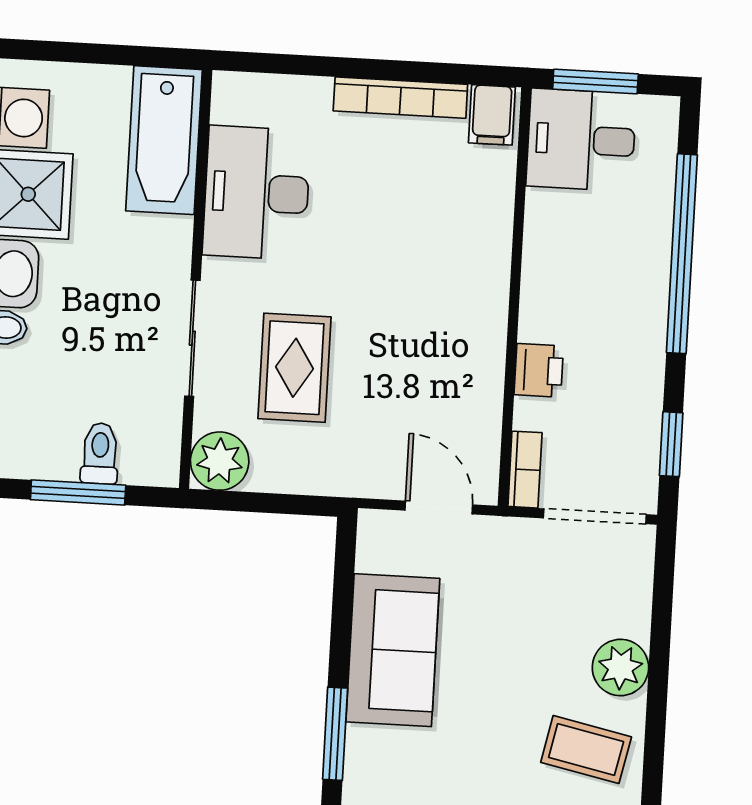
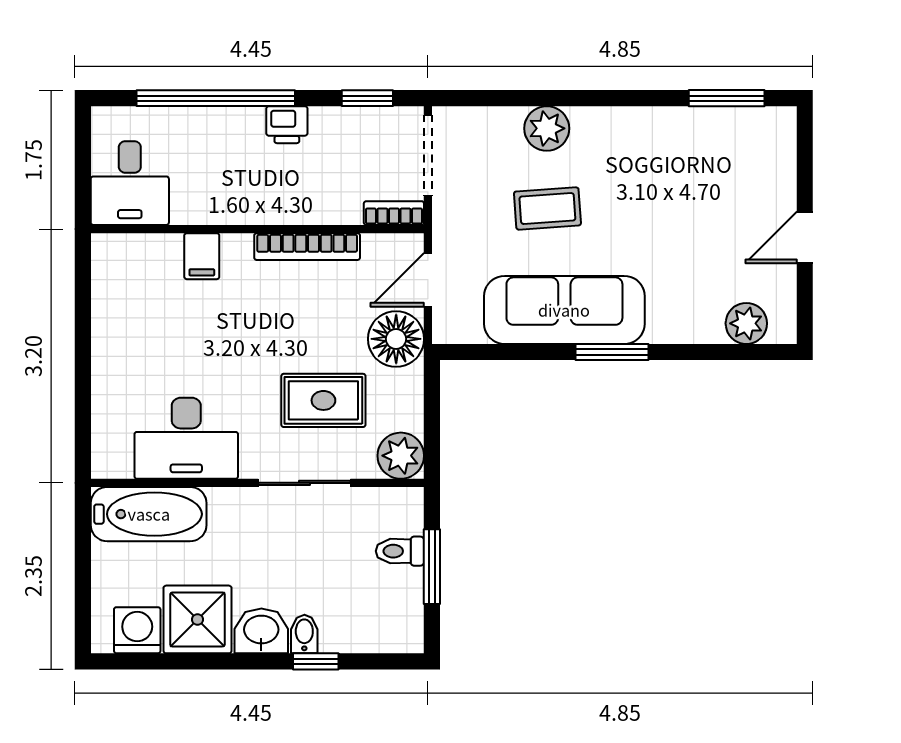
window: (595, 81) -> (83, 174), removed
bookcase: (400, 98) -> (307, 247), moved, turned 90
filing cabinet: (492, 115) -> (202, 256), moved, turned 90
printer: (539, 370) -> (287, 125), moved, turned 180
floor lamp: (367, 463) -> (396, 339), added
sofa: (393, 650) -> (564, 310), width x1.36
coffee table: (586, 750) -> (547, 208), moved, turned 74

